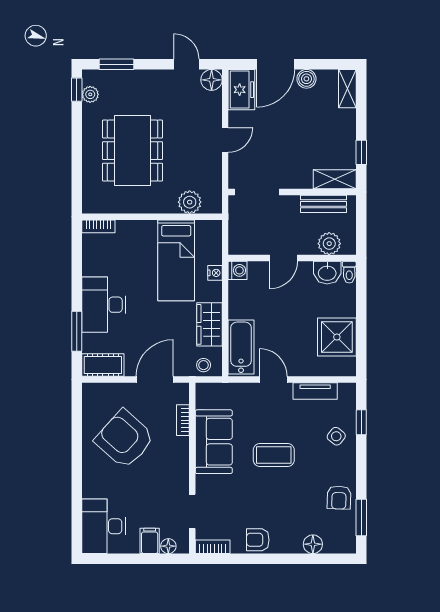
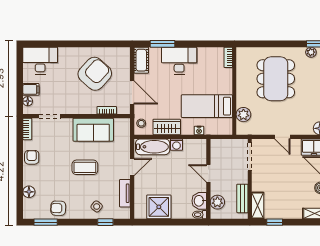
dining table: (133, 151) -> (276, 79), turned 90
washing machine: (238, 270) -> (176, 145), moved
coffee table: (274, 455) -> (85, 167), turned 90

